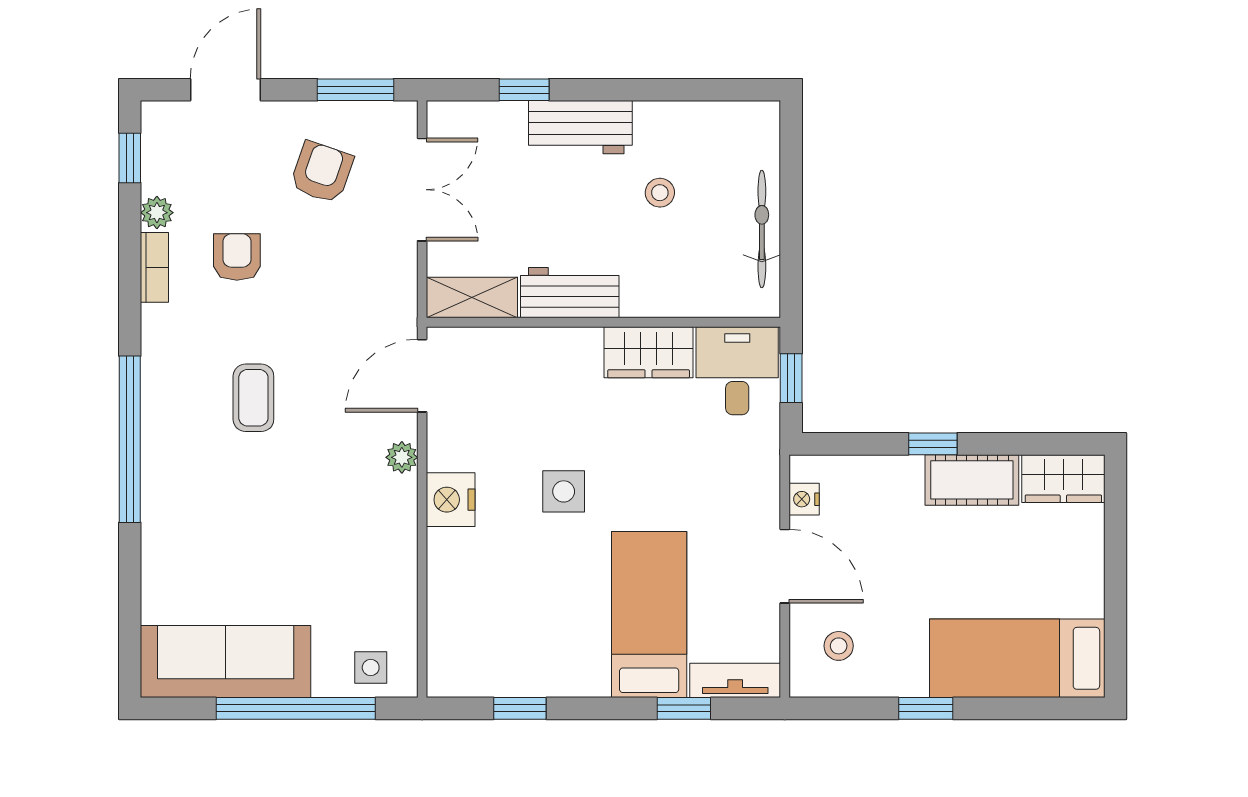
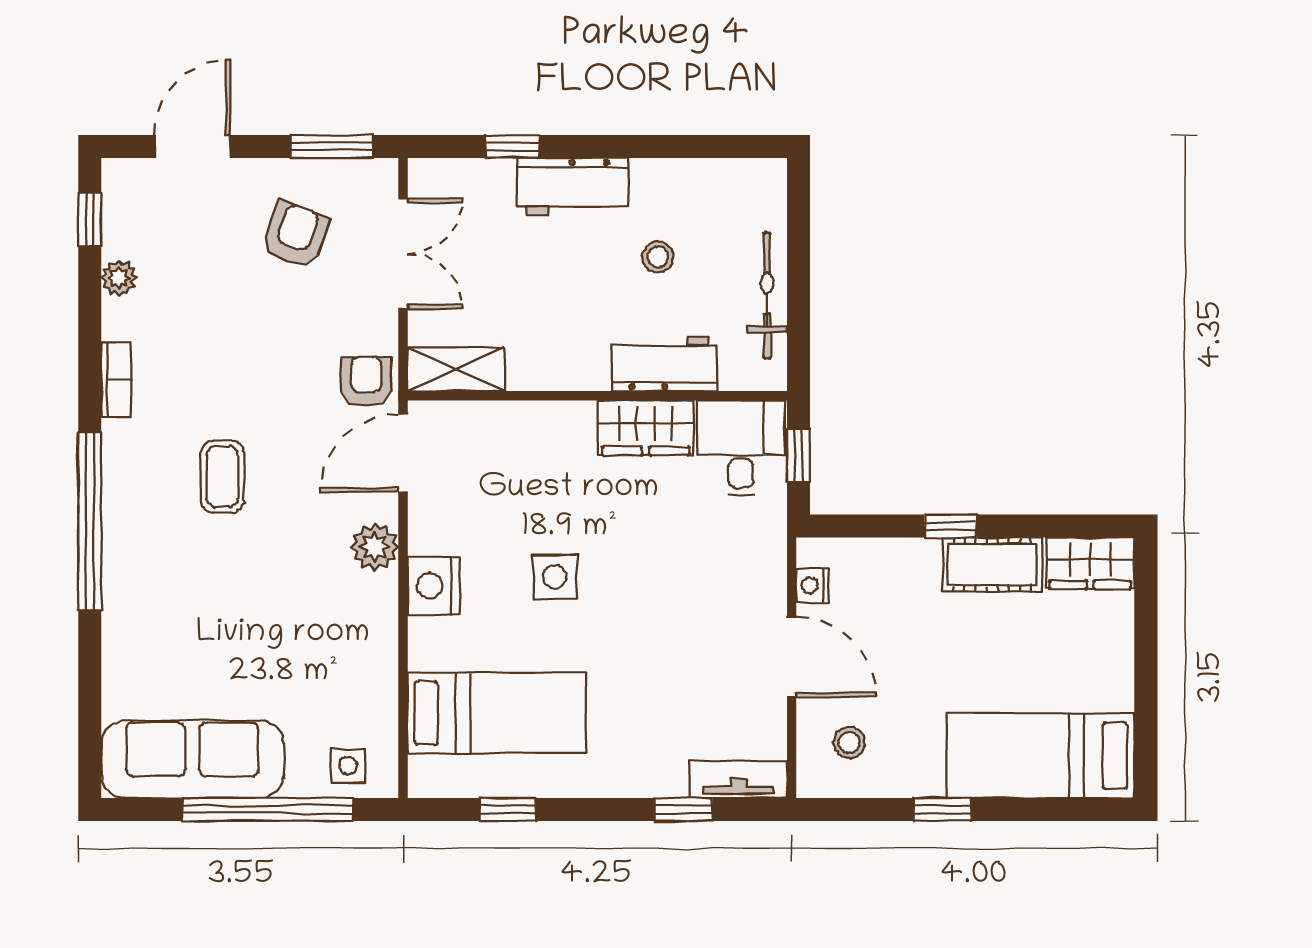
armchair: (237, 257) -> (366, 382), moved
bookcase: (154, 267) -> (116, 379), moved
workbench: (570, 293) -> (664, 364), moved
plant: (402, 457) -> (375, 547), width x1.38, depth x1.38
bed: (649, 615) -> (497, 713), moved, turned 90

